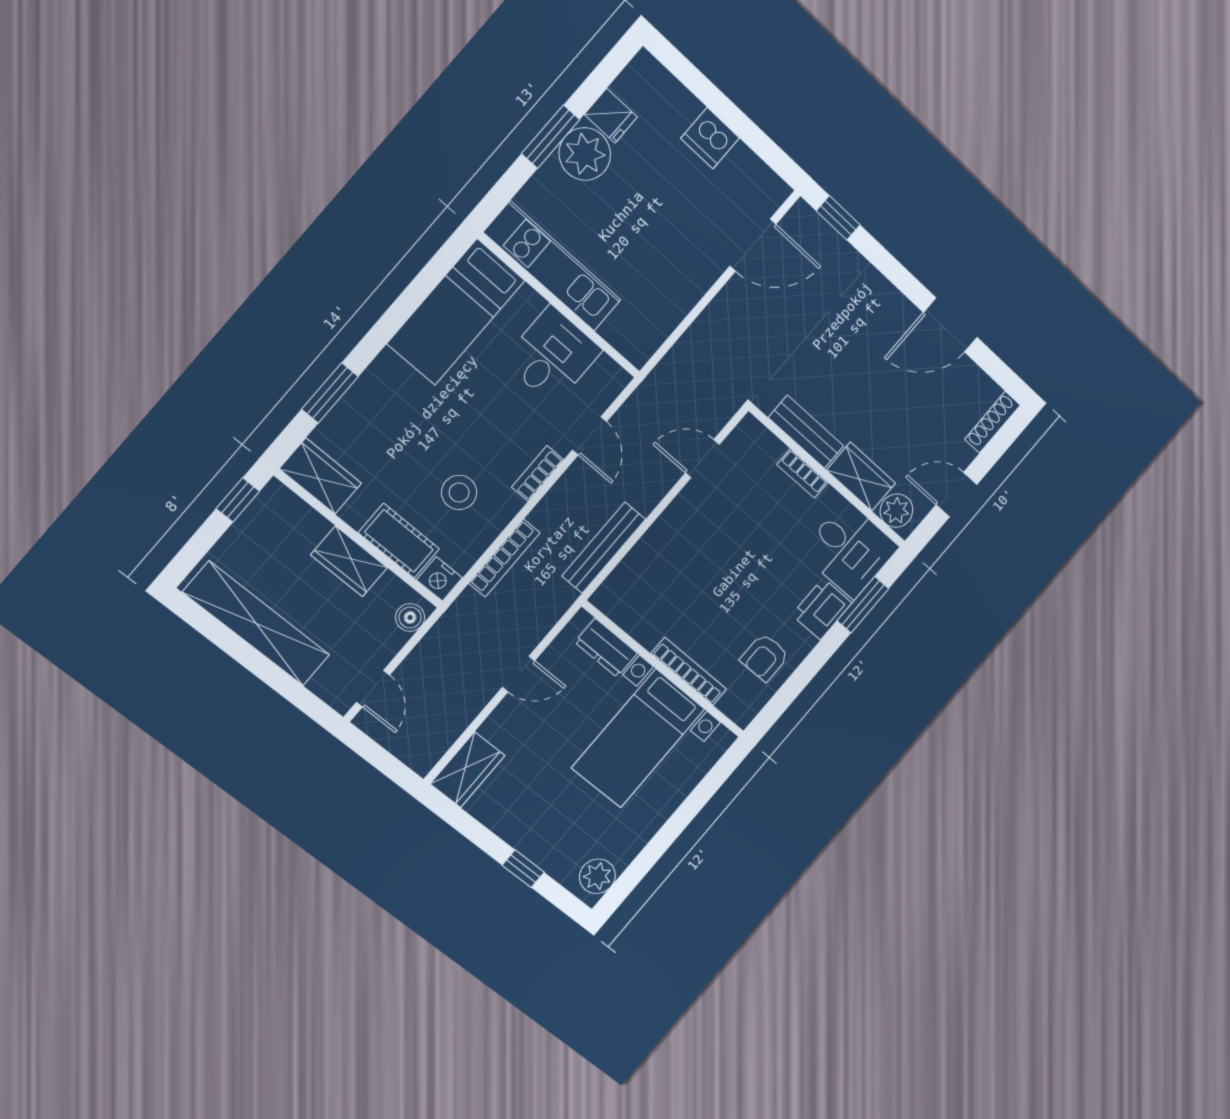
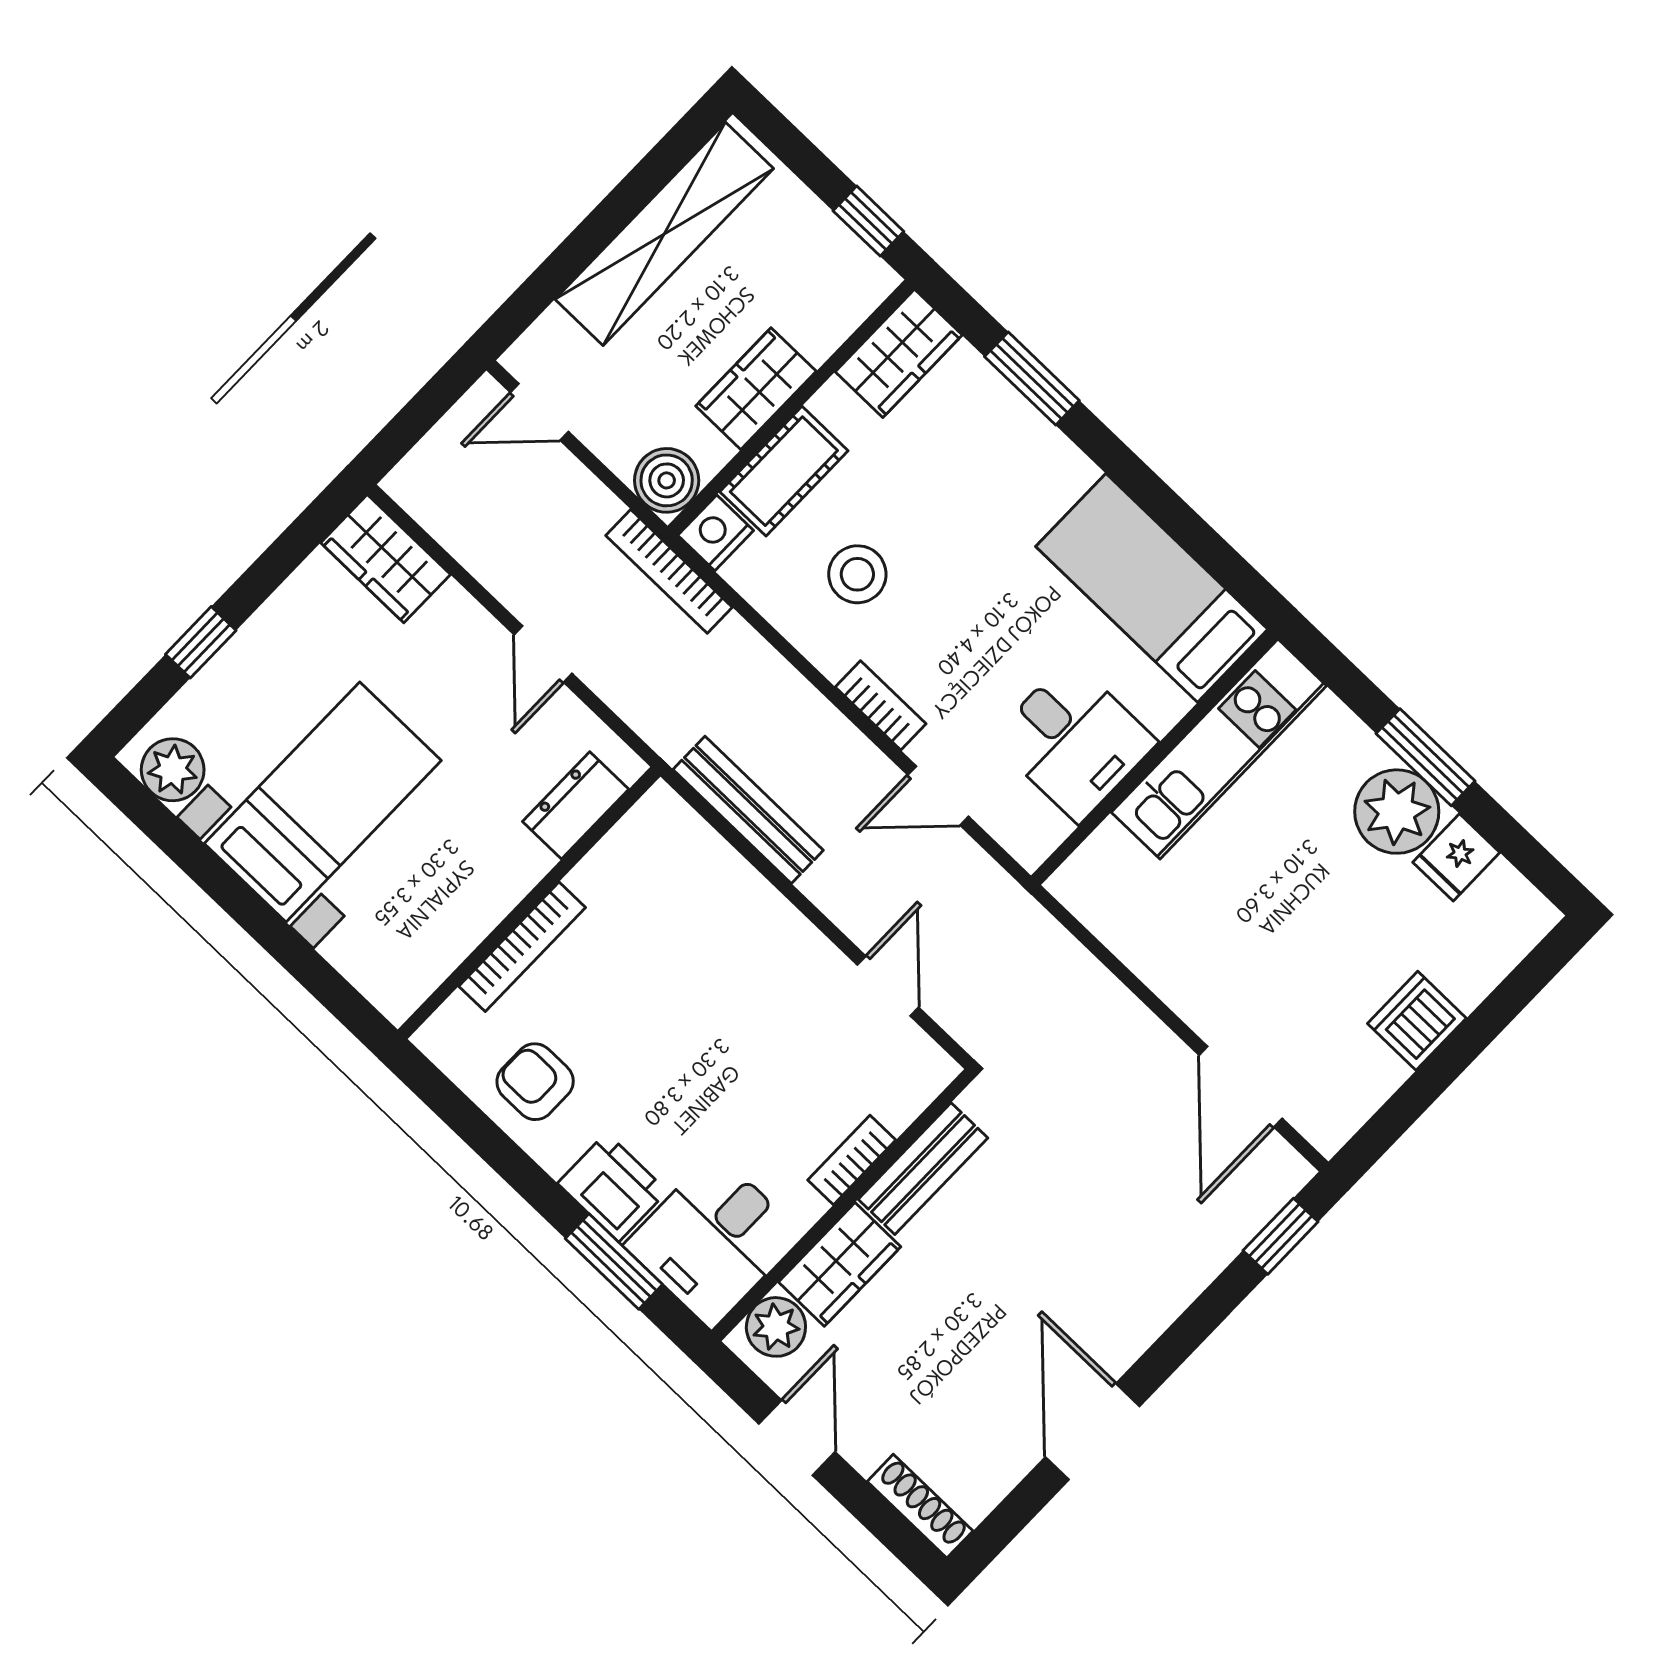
bookcase: (504, 558) -> (669, 571), moved
boiler: (410, 617) -> (667, 480), width x1.36, depth x1.36
bed with nightstands: (638, 738) -> (323, 802), moved, turned 90

